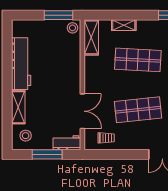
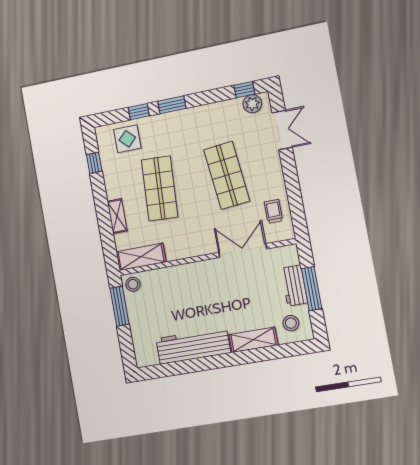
workbench: (67, 143) -> (294, 286), moved

